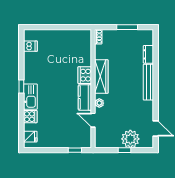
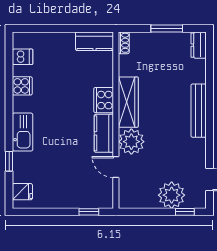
kitchen counter: (79, 36) -> (95, 41), added
dresser: (148, 54) -> (199, 45), moved
window: (21, 87) -> (9, 161), moved
plant: (99, 103) -> (131, 142), width x1.87, depth x1.87
cooker: (30, 117) -> (22, 86), moved
window: (124, 150) -> (185, 212), moved

